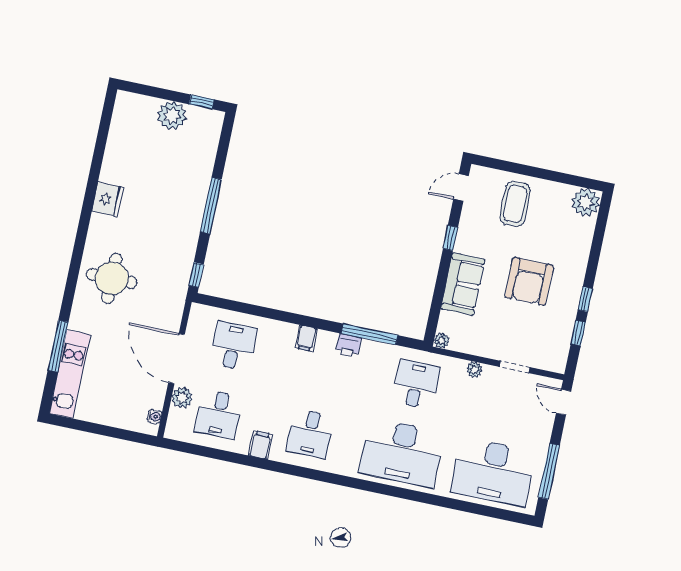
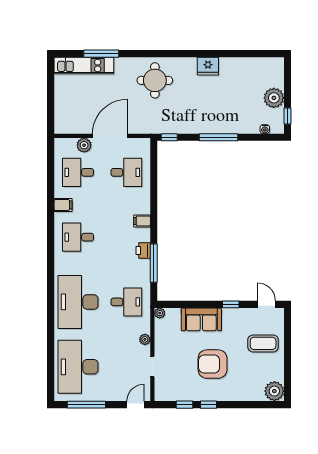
water cooler: (155, 416) -> (265, 129), moved

